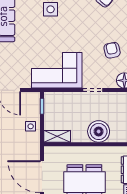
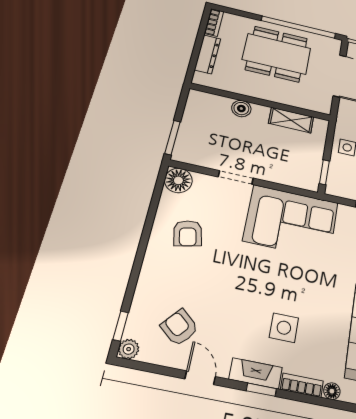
boiler: (99, 131) -> (241, 109), width x0.54, depth x0.54
shelving: (57, 136) -> (291, 120), moved

